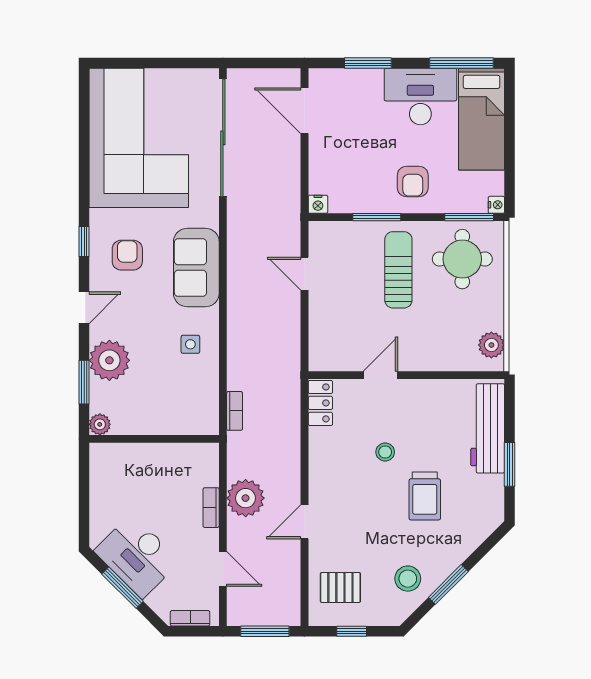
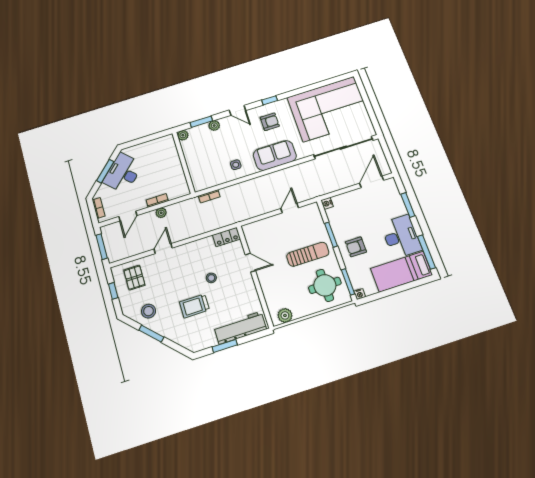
plant: (109, 360) -> (214, 126), width x0.53, depth x0.53
plant: (246, 498) -> (161, 213), width x0.53, depth x0.53
door: (304, 522) -> (163, 249), hinge flipped

